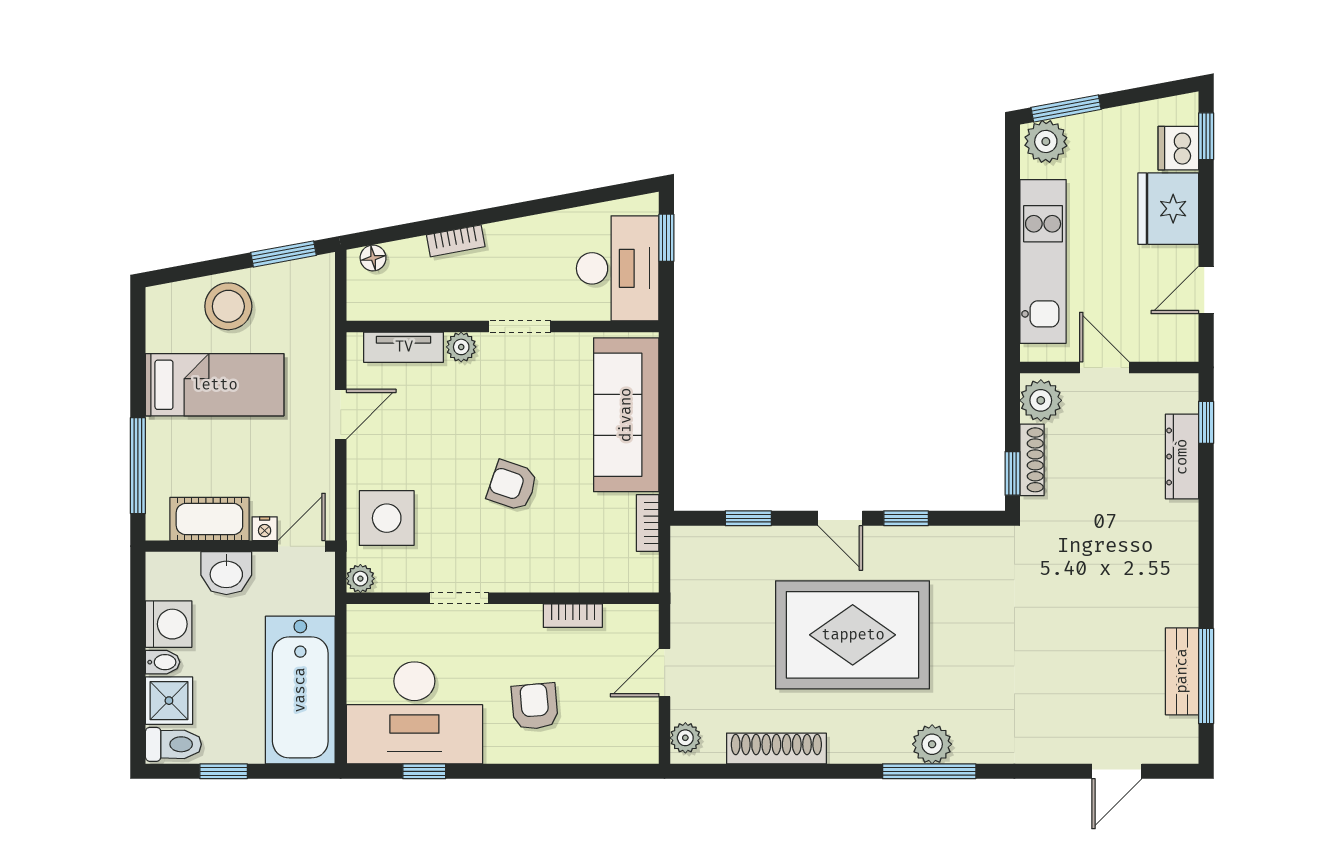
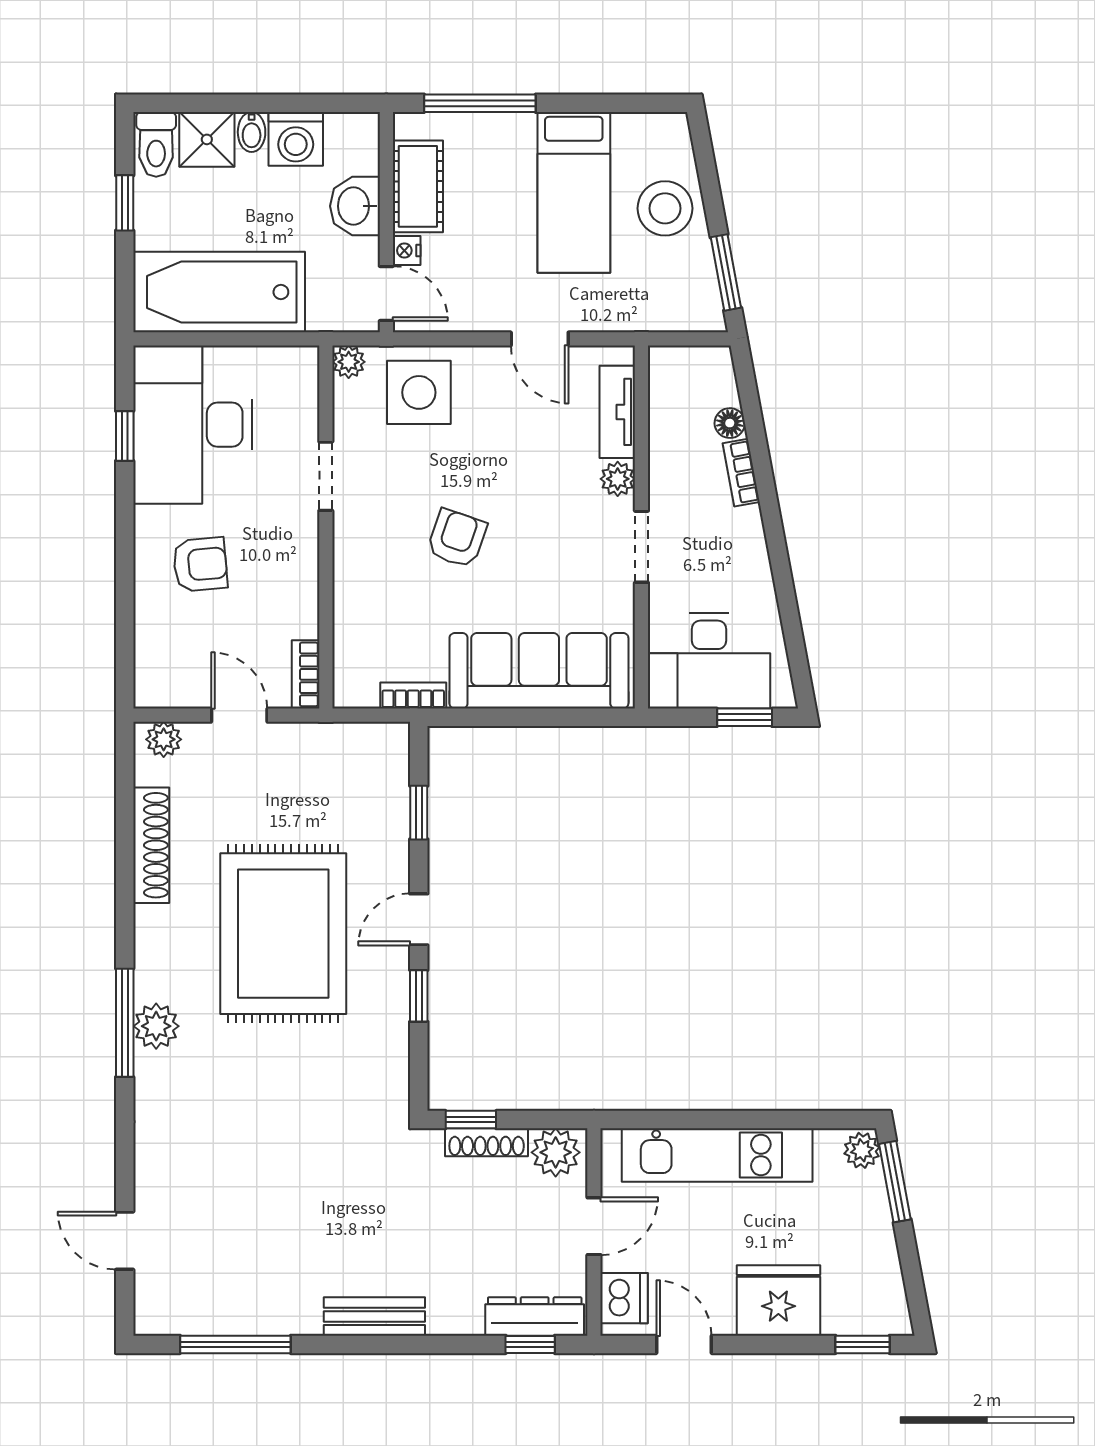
plant: (1046, 141) -> (862, 1150), width x0.73, depth x0.73
dishwasher: (1178, 148) -> (624, 1298), moved, turned 90
floor lamp: (373, 258) -> (730, 423), moved
dresser: (1182, 457) -> (535, 1316), moved
bookcase: (573, 616) -> (306, 674), moved
bench: (1182, 671) -> (374, 1316), moved

